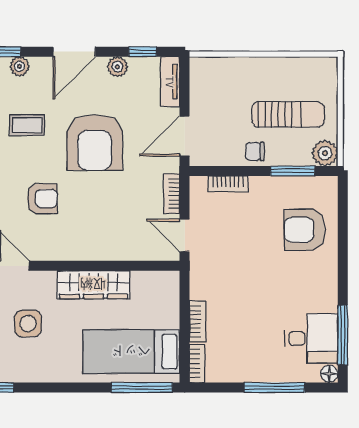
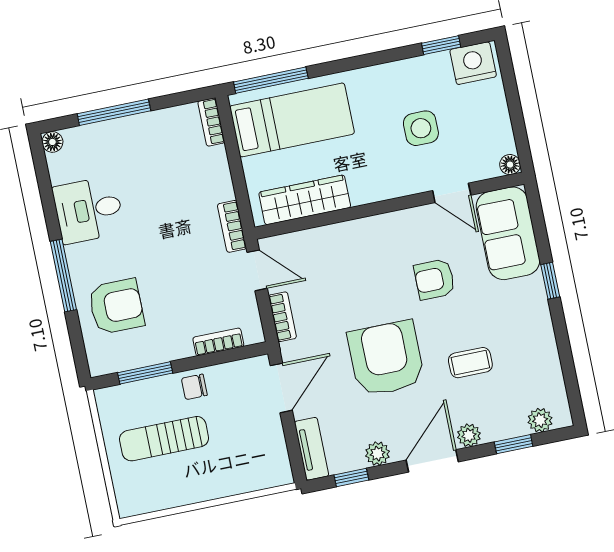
plant: (19, 66) -> (469, 435), moved
chair: (255, 151) -> (194, 387), turned 180
plant: (325, 153) -> (111, 402), removed
wardrobe: (93, 285) -> (305, 200), moved
bookcase: (198, 322) -> (232, 226), moved
window: (343, 335) -> (63, 276), moved
desk: (311, 339) -> (89, 210), moved

